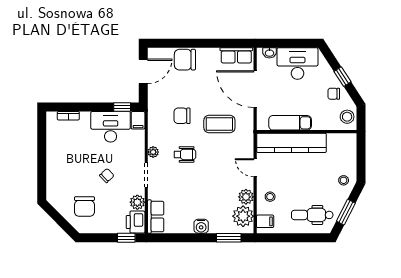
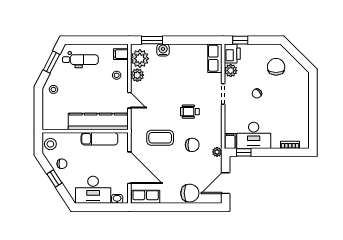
plant: (153, 152) -> (217, 152), moved
water cooler: (201, 226) -> (163, 50), moved

